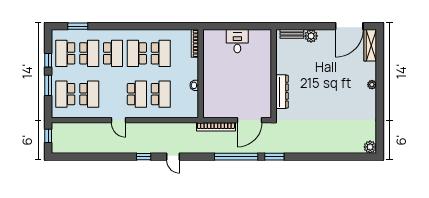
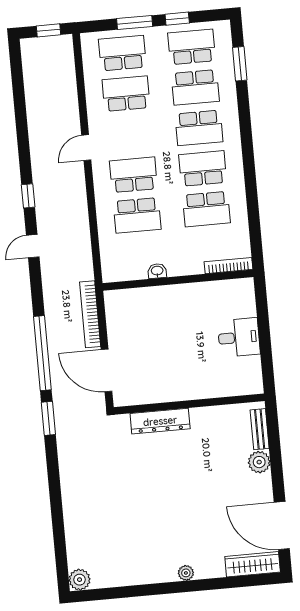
school desk: (89, 94) -> (126, 94), turned 180
school desk: (137, 94) -> (133, 175), turned 180

